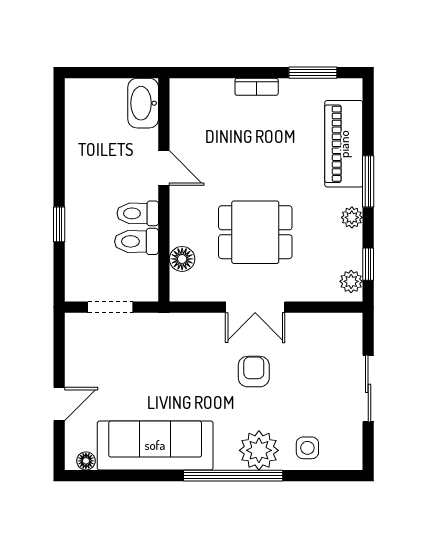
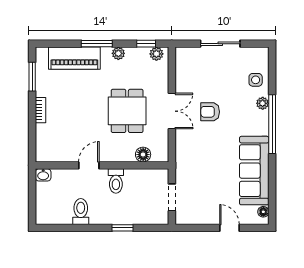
washbasin: (143, 103) -> (43, 175), width x0.52, depth x0.69
toilet: (137, 241) -> (81, 211), moved, turned 180
plant: (259, 450) -> (263, 103), width x0.53, depth x0.53

